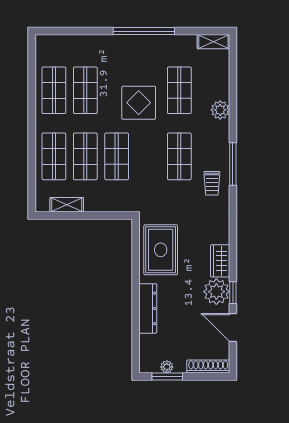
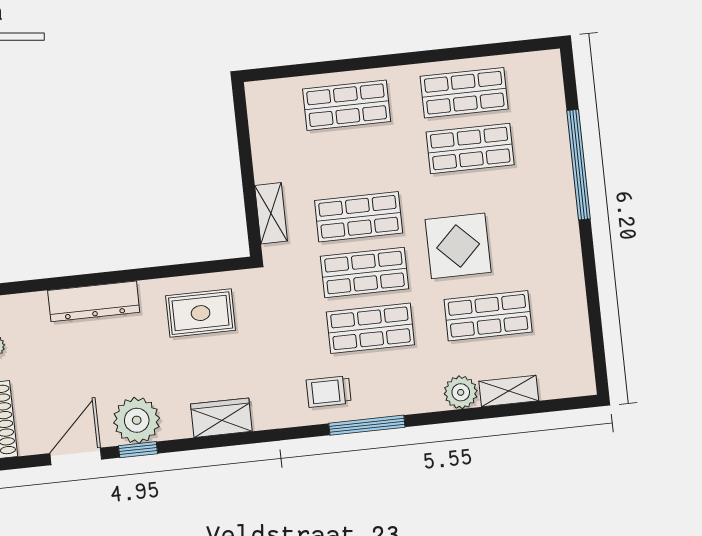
window: (144, 31) -> (578, 165), moved
shelving: (213, 42) -> (509, 391), moved, turned 90
shop shelf: (85, 156) -> (364, 273), moved
shelving: (67, 205) -> (271, 213), moved
rug: (161, 250) -> (201, 313), width x0.73, depth x0.70
wardrobe: (220, 261) -> (221, 418), moved

